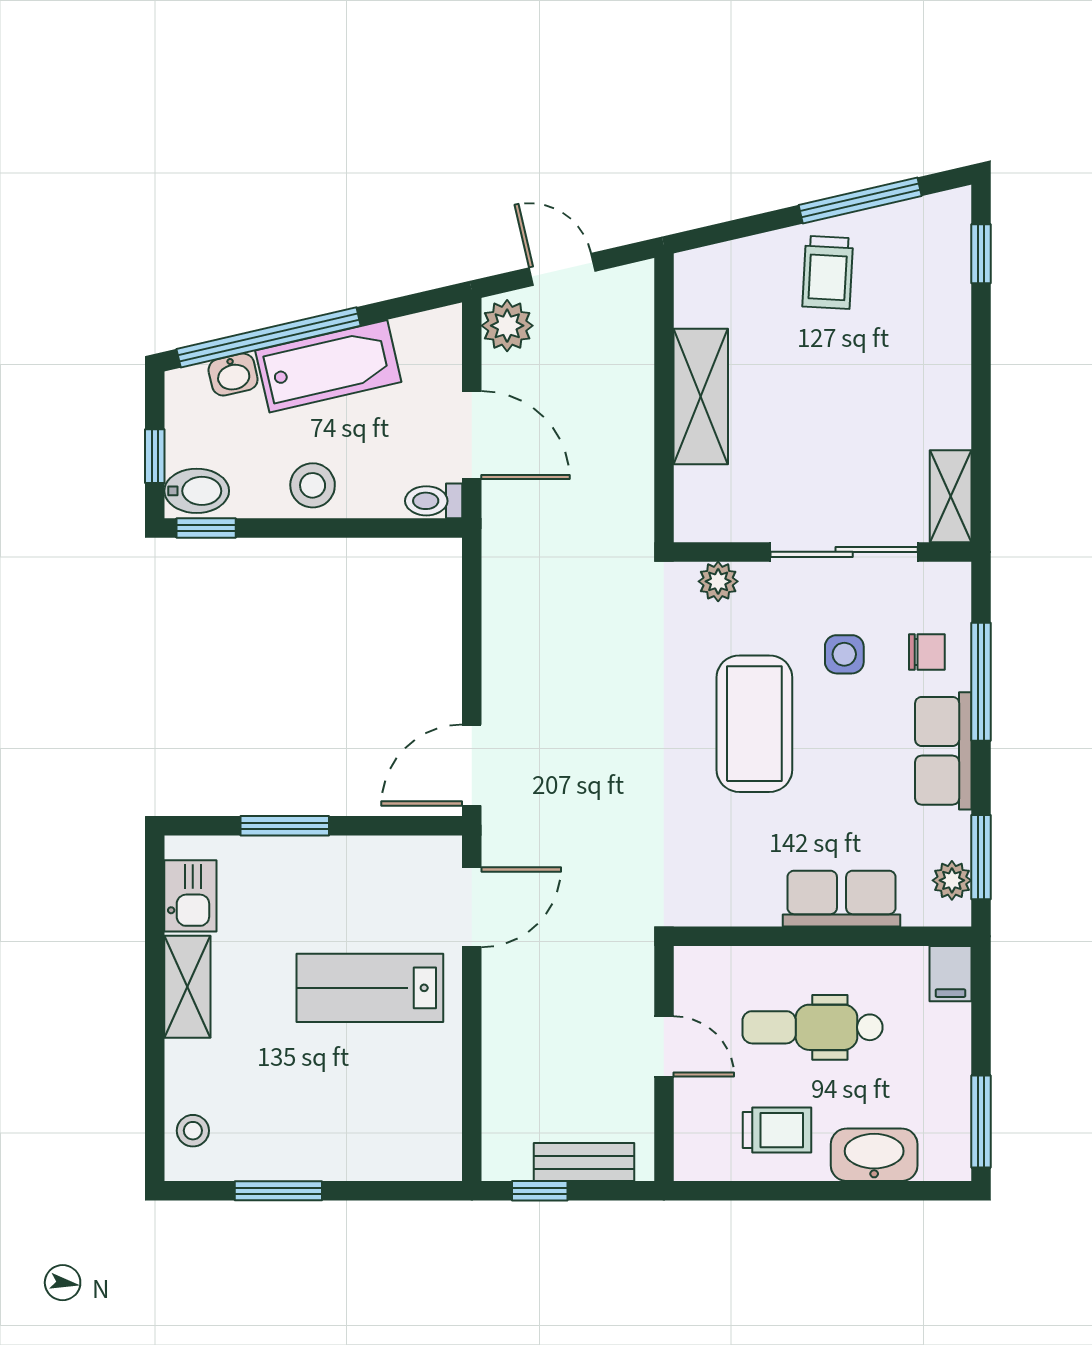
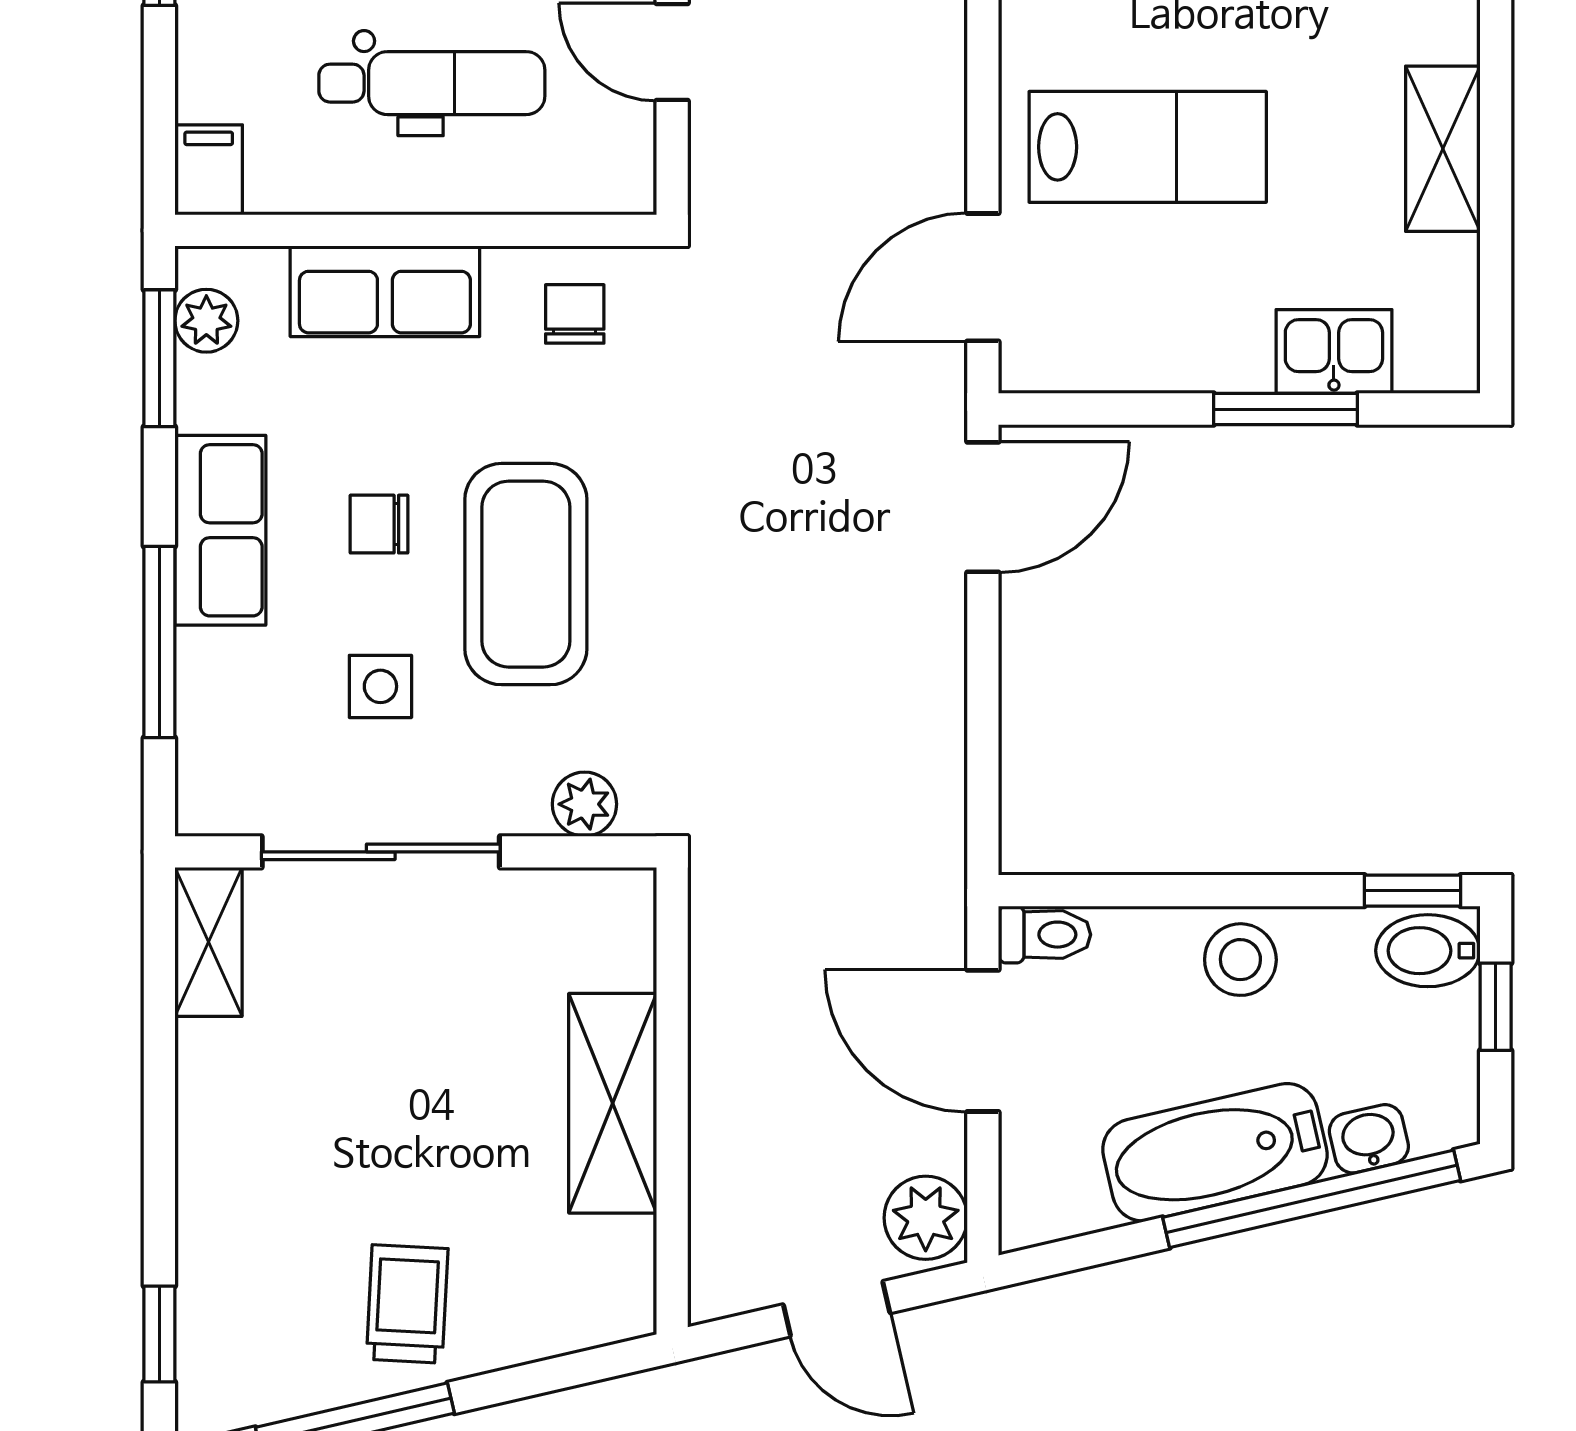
chair: (927, 652) -> (379, 524), moved
chair: (724, 885) -> (575, 314), added
kitchen sink: (190, 896) -> (1334, 352), moved, turned 90

